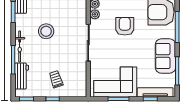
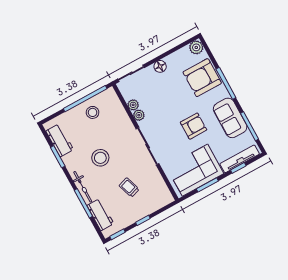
armchair: (125, 26) -> (194, 126), moved, turned 90
trolley: (56, 79) -> (129, 187), moved

